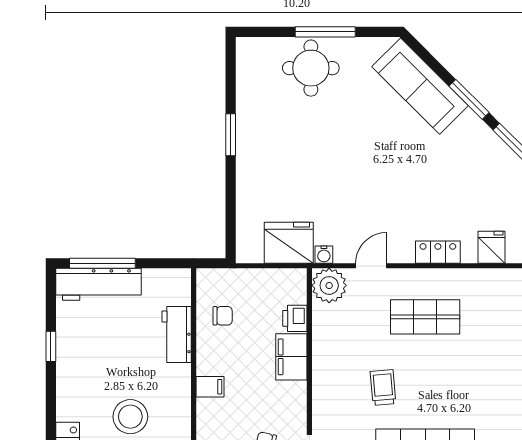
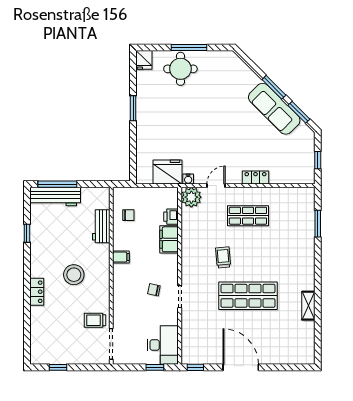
sofa: (420, 86) -> (274, 109), moved
fridge: (491, 247) -> (144, 60), moved, turned 180

